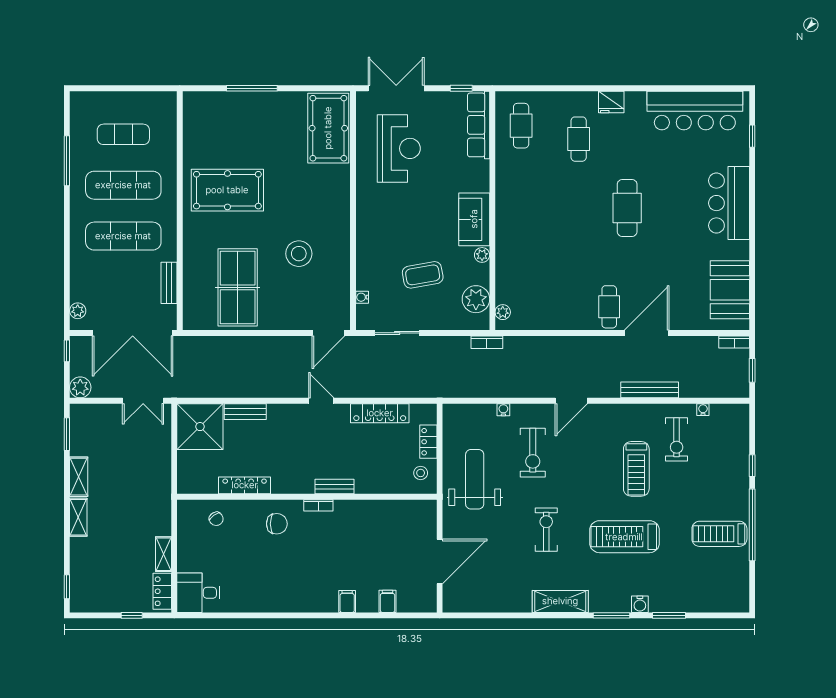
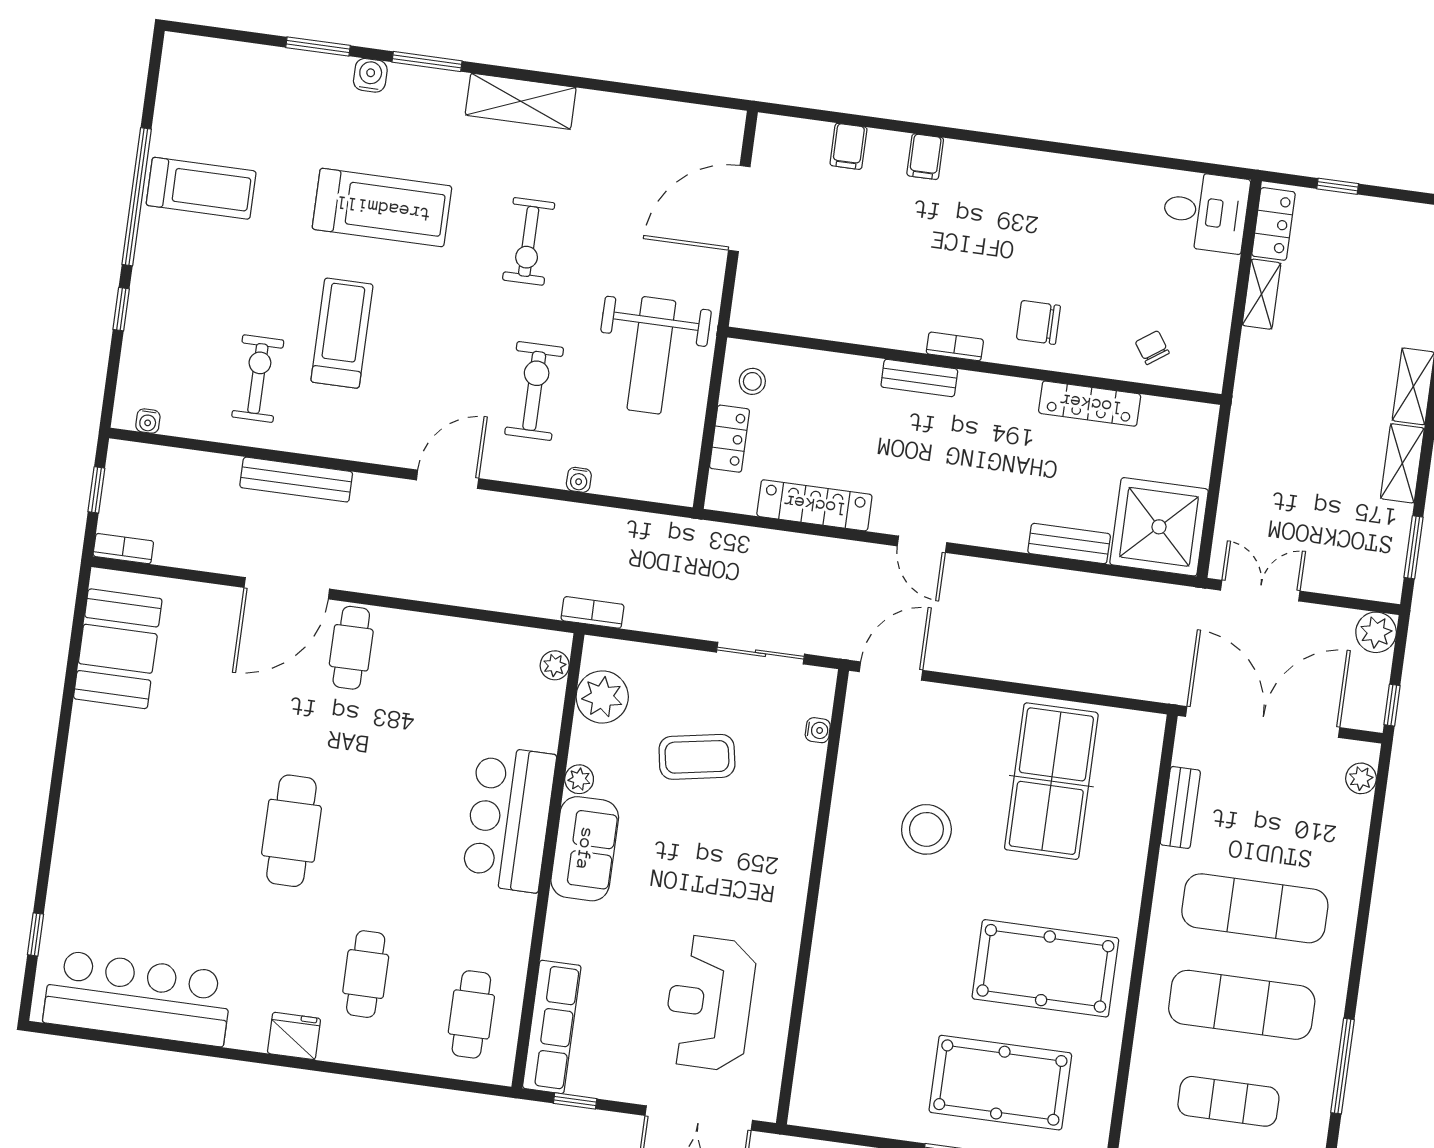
pool table: (328, 128) -> (1000, 1083), moved, turned 90
bar counter: (729, 203) -> (509, 819), moved, turned 180
water cooler: (703, 410) -> (148, 421), moved

